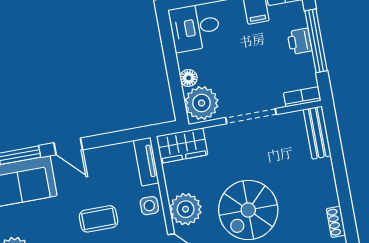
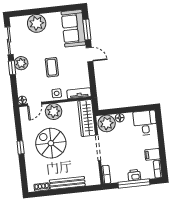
bench: (317, 133) -> (67, 183), moved, width x1.36
wardrobe: (182, 145) -> (87, 118), width x1.50
door: (68, 146) -> (90, 55), swing flipped

